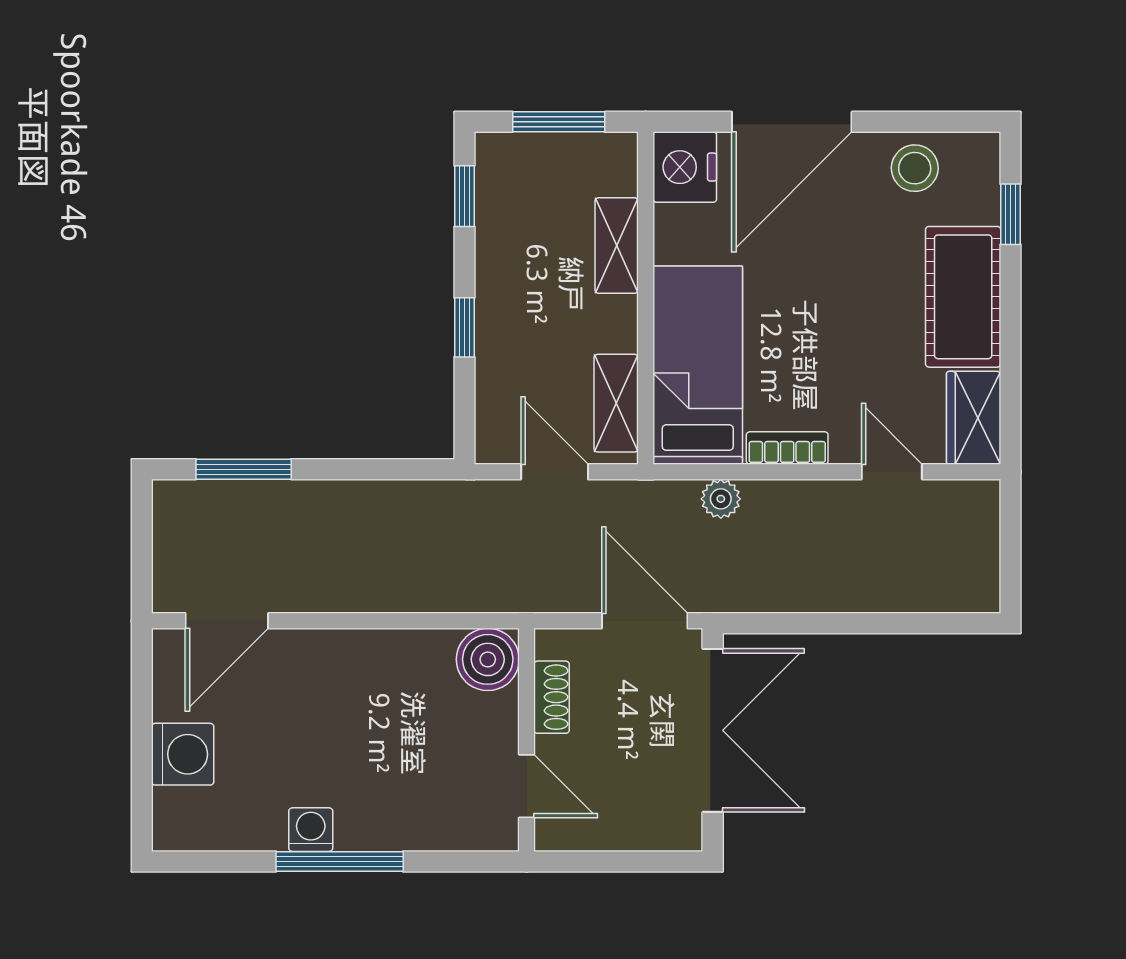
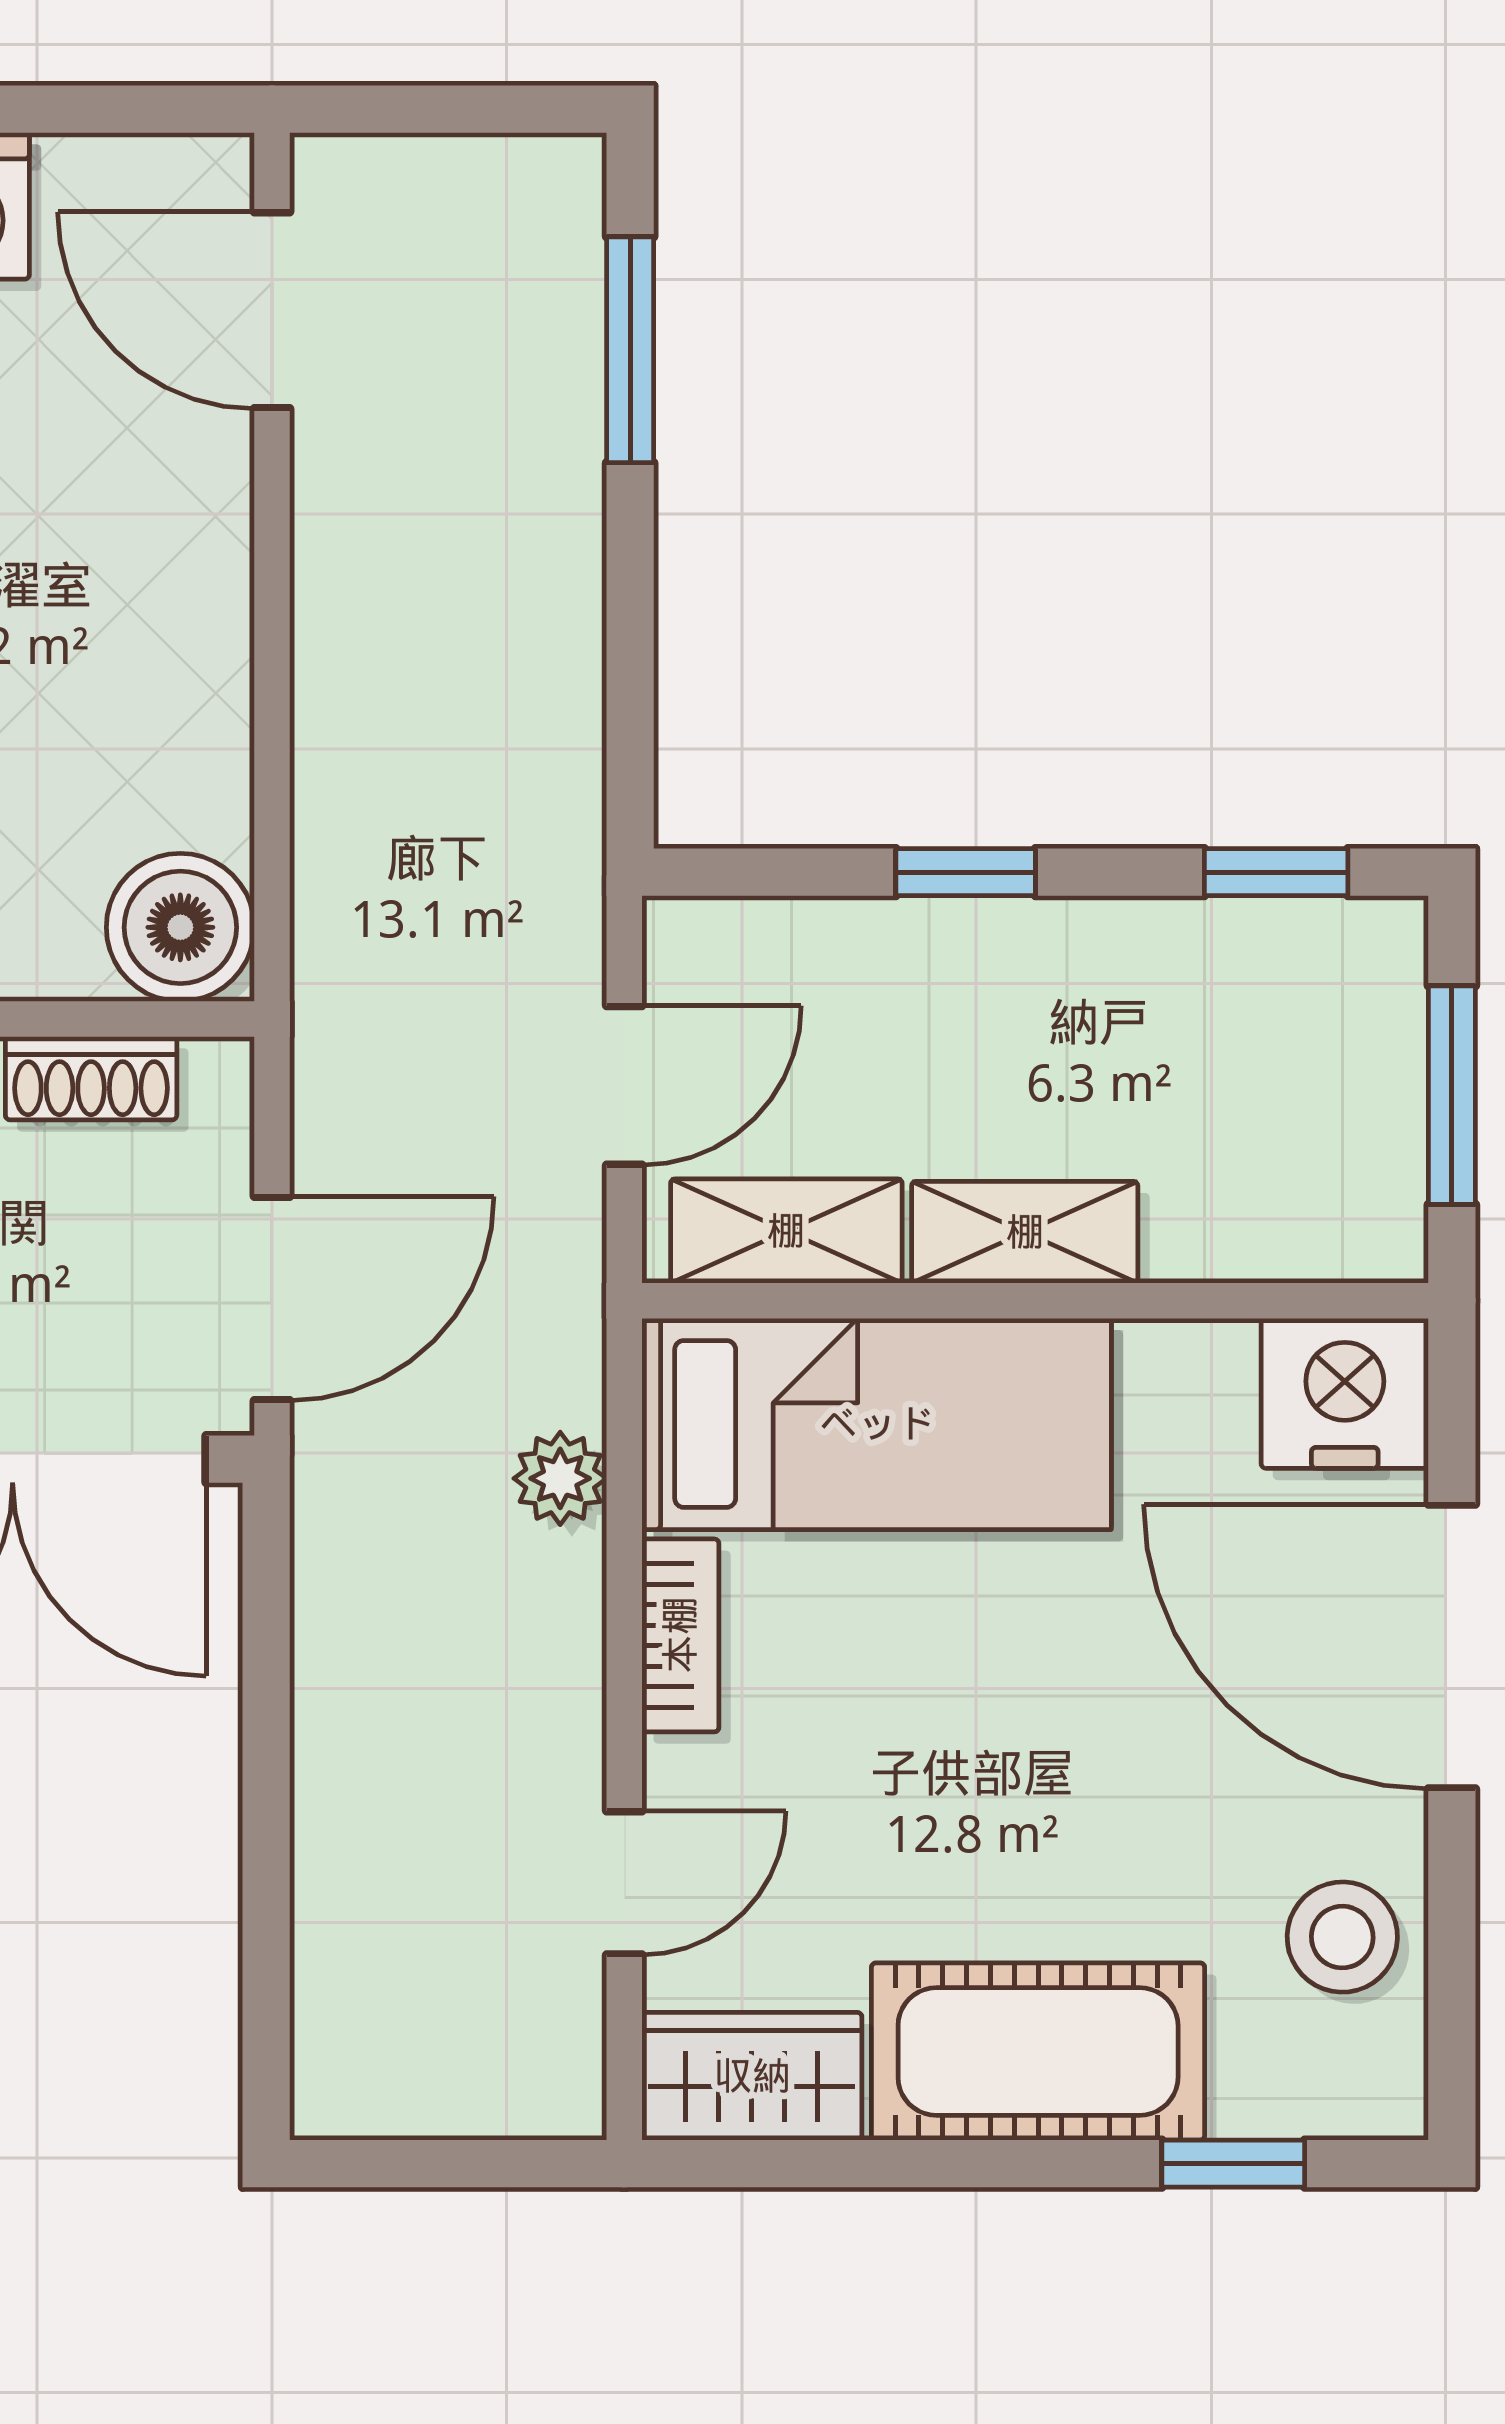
shelving: (617, 246) -> (1025, 1232), moved

